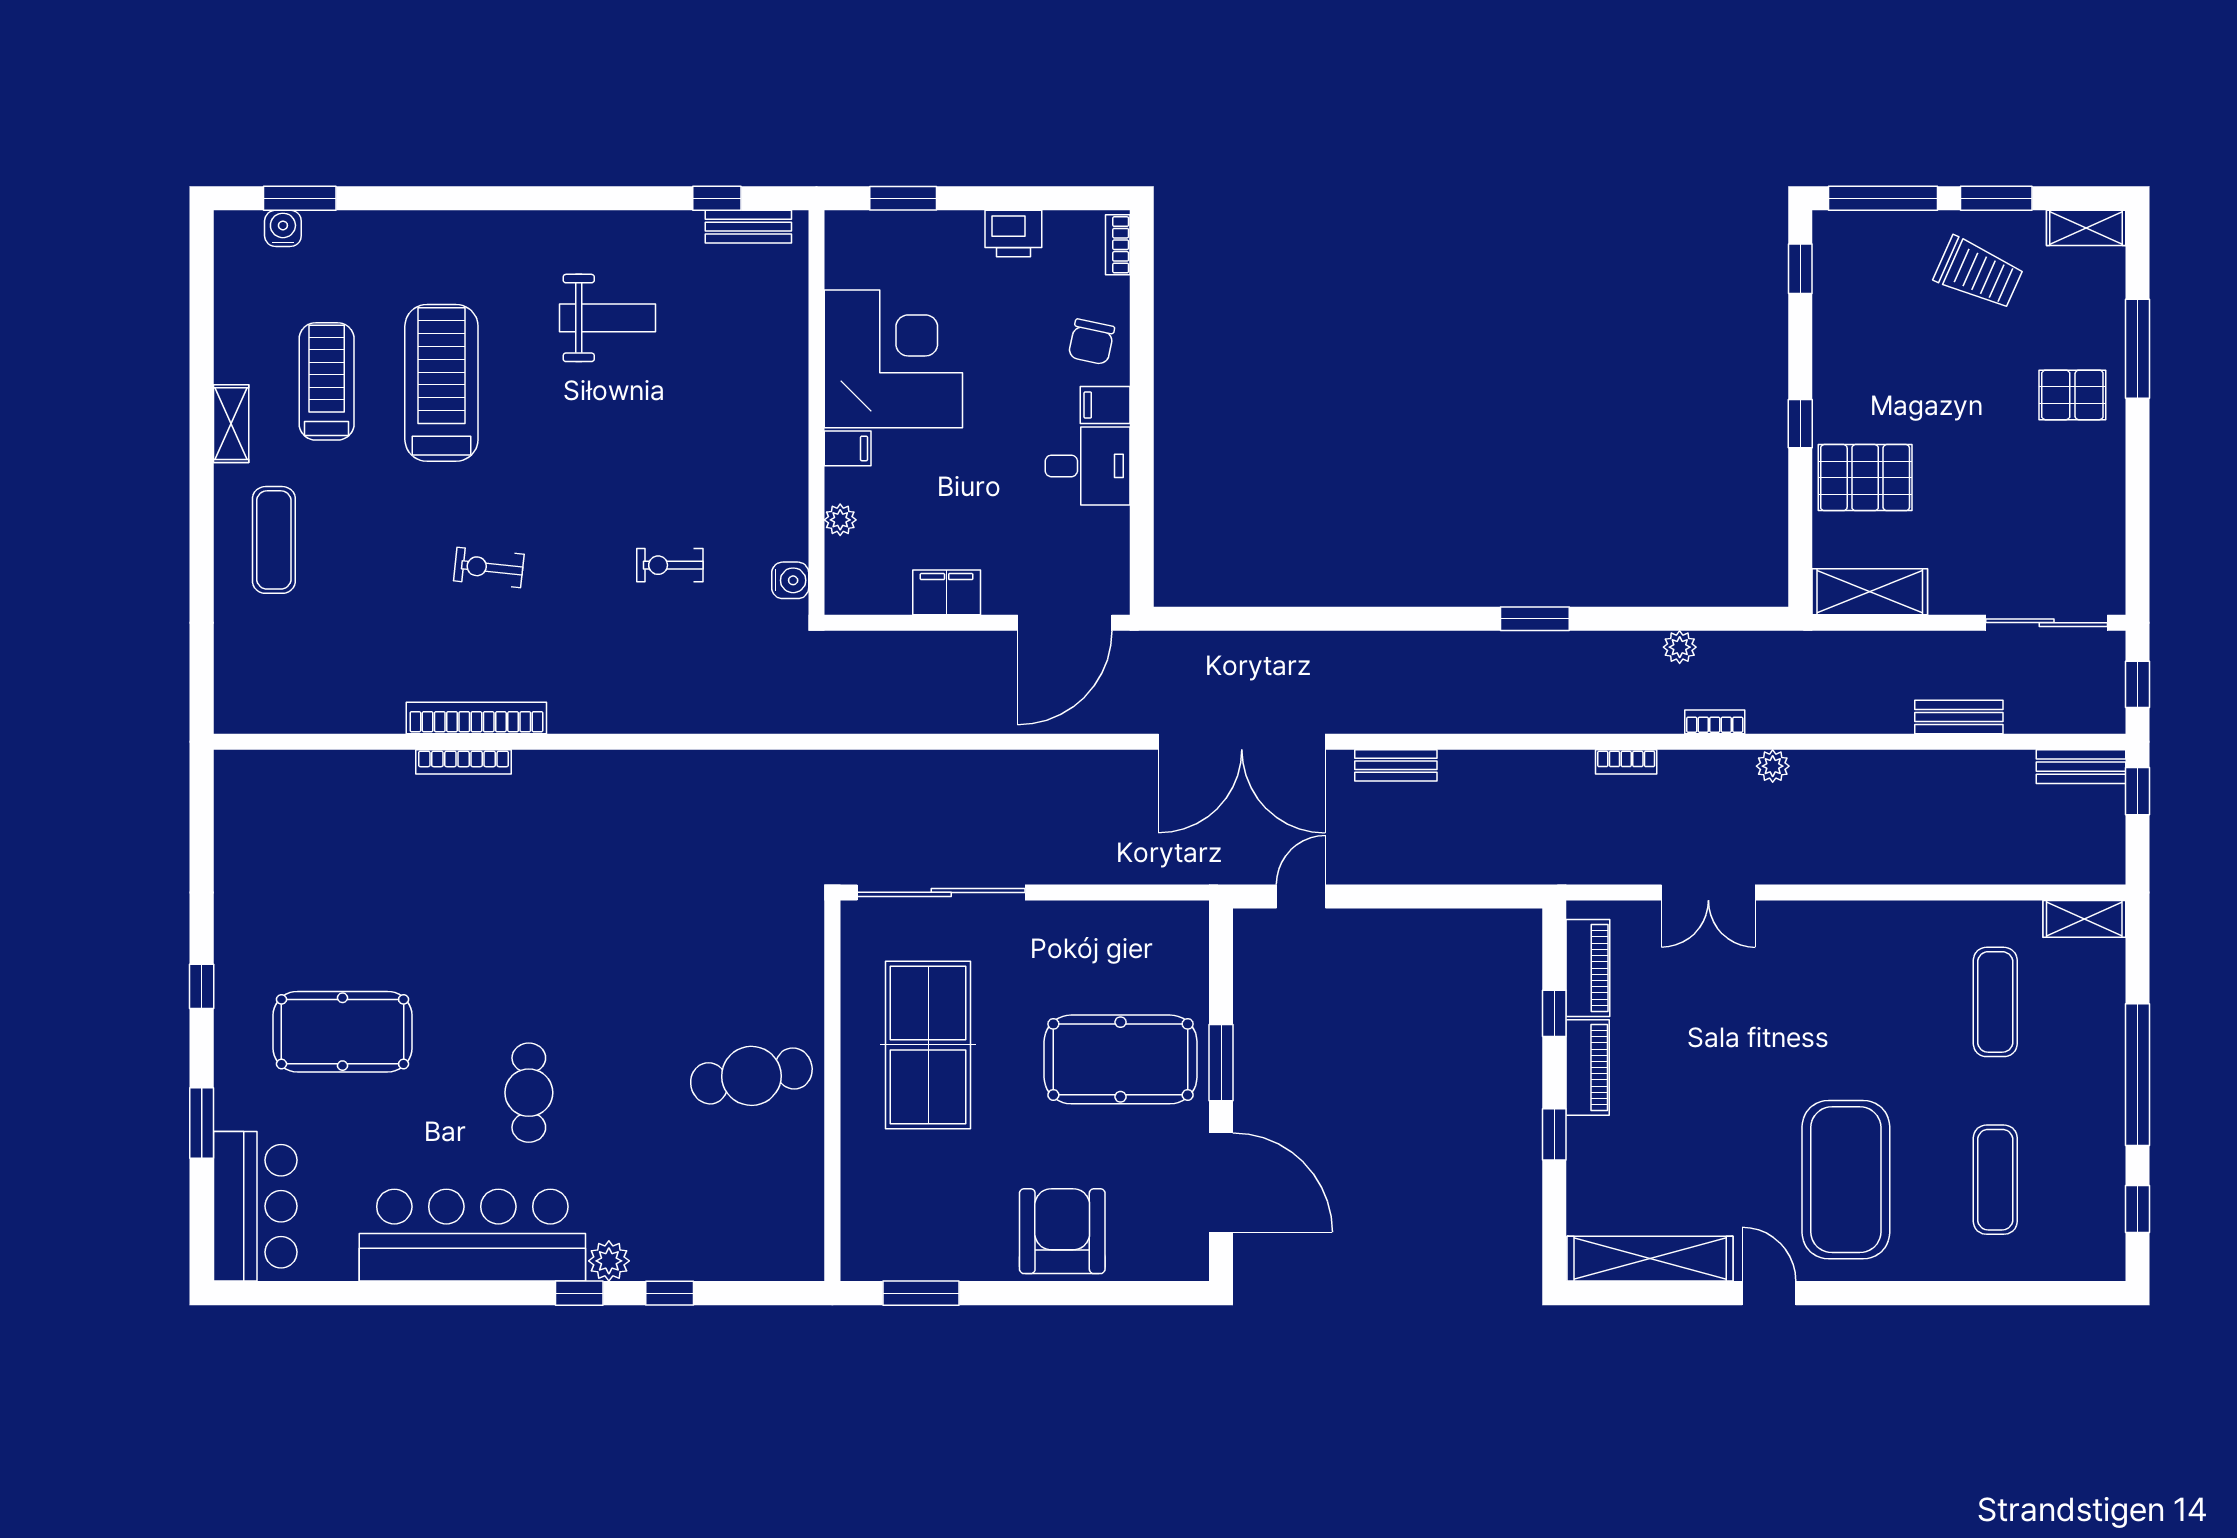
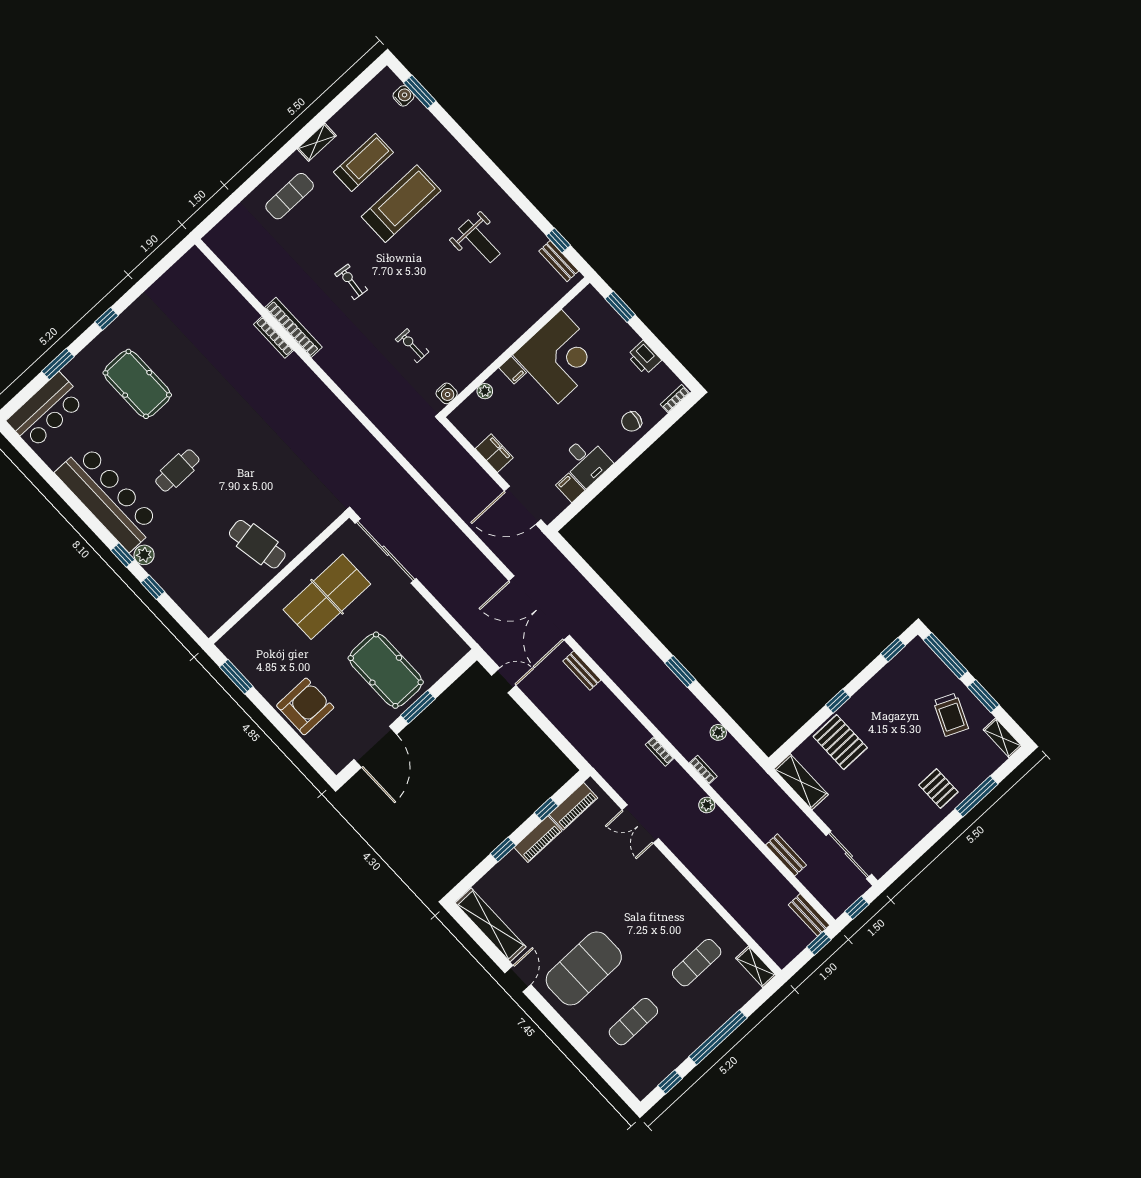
filing cabinet: (1105, 405) -> (570, 488), moved

